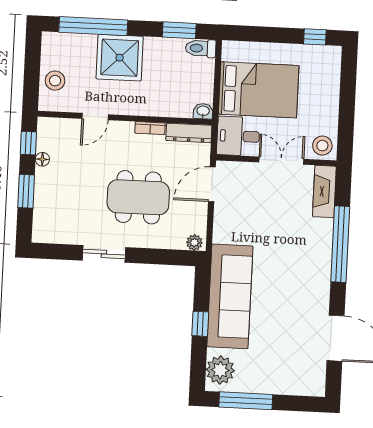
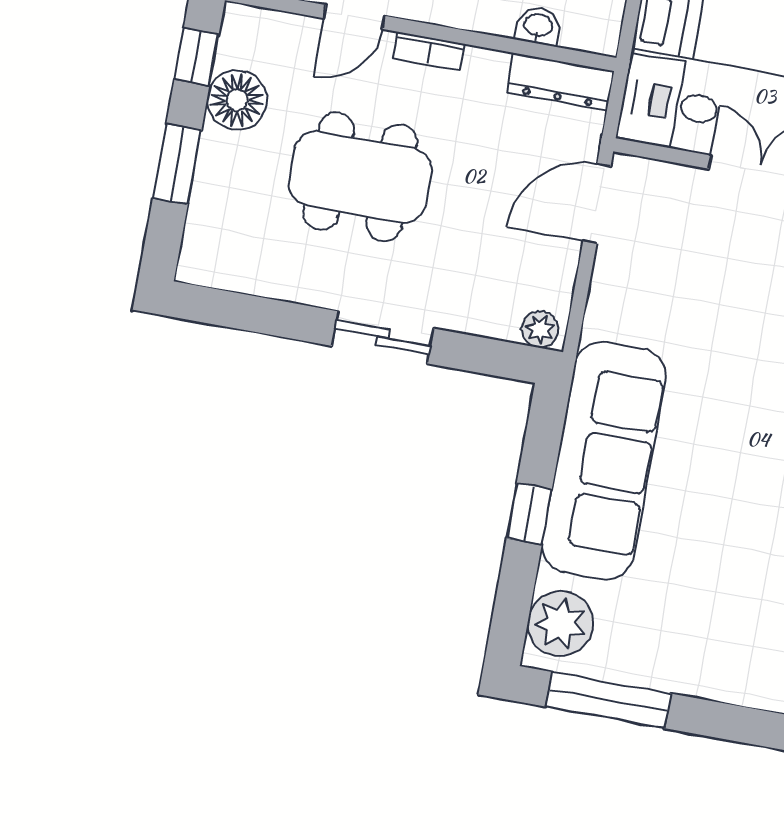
washbasin: (203, 111) -> (538, 26), moved
bookcase: (150, 128) -> (429, 51), moved
floor lamp: (42, 159) -> (237, 100), width x1.89, depth x1.89
dining table: (138, 197) -> (360, 177), moved
sliding door: (104, 254) -> (383, 337), moved

